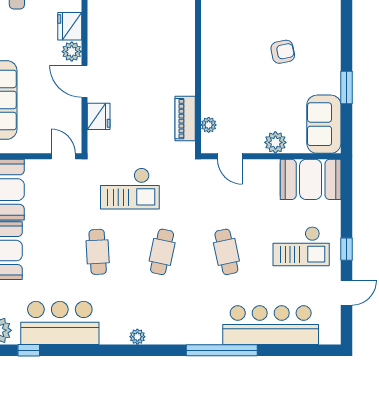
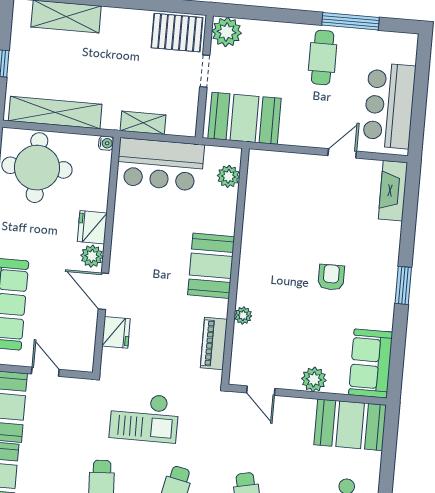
booth: (177, 51) -> (211, 266), added
armchair: (283, 52) -> (331, 277), turned -79
window: (346, 87) -> (403, 285), moved
plant: (209, 125) -> (243, 315), moved
door: (63, 156) -> (45, 372), moved

